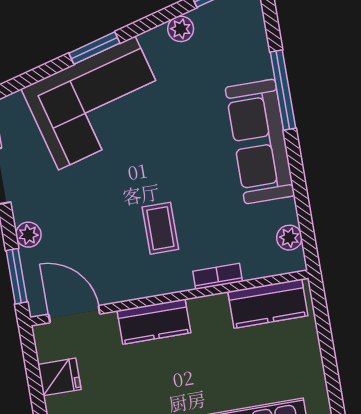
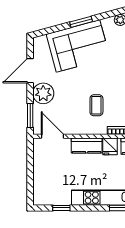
plant: (28, 235) -> (43, 93), width x1.87, depth x1.87
fridge: (59, 377) -> (110, 146), moved, turned 90

